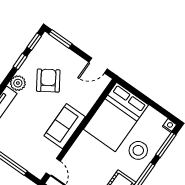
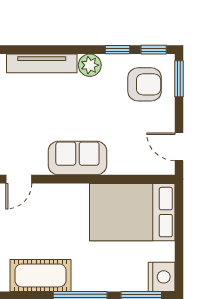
armchair: (48, 81) -> (145, 84), moved, turned 33
nightstand: (170, 126) -> (162, 277), width x1.89, depth x1.79
stool: (138, 150) -> (111, 267), removed

